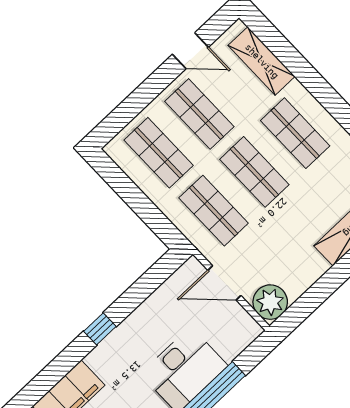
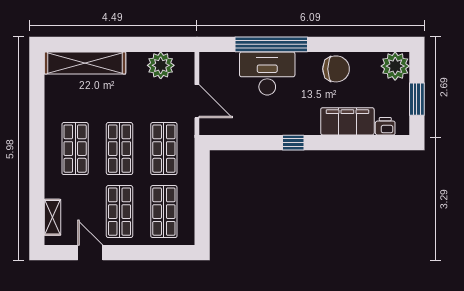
shelving: (262, 61) -> (52, 217), width x0.67, depth x0.75
plant: (270, 302) -> (161, 65), moved

